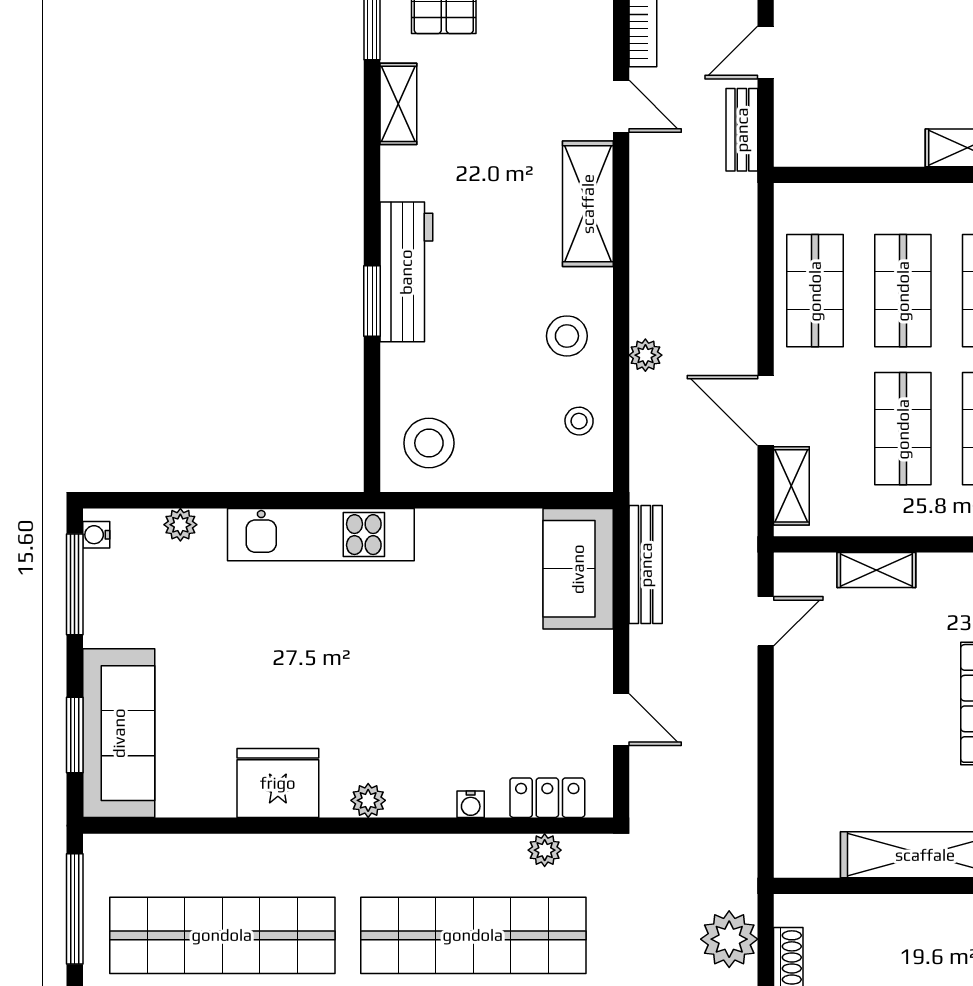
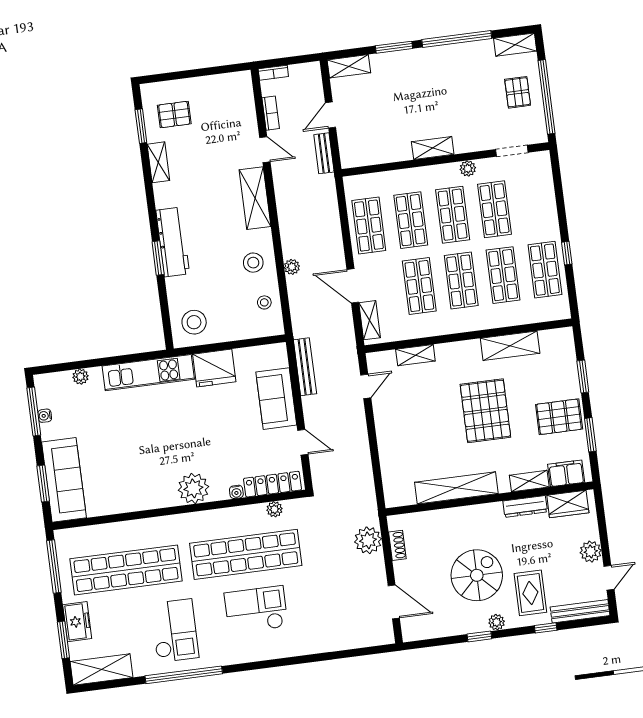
water cooler: (96, 535) -> (45, 416), moved
sofa: (578, 569) -> (276, 399), moved
fridge: (278, 783) -> (214, 368), moved, turned 180
locker: (547, 798) -> (273, 484), width x1.53
plant: (368, 800) -> (193, 488), width x1.88, depth x1.88

